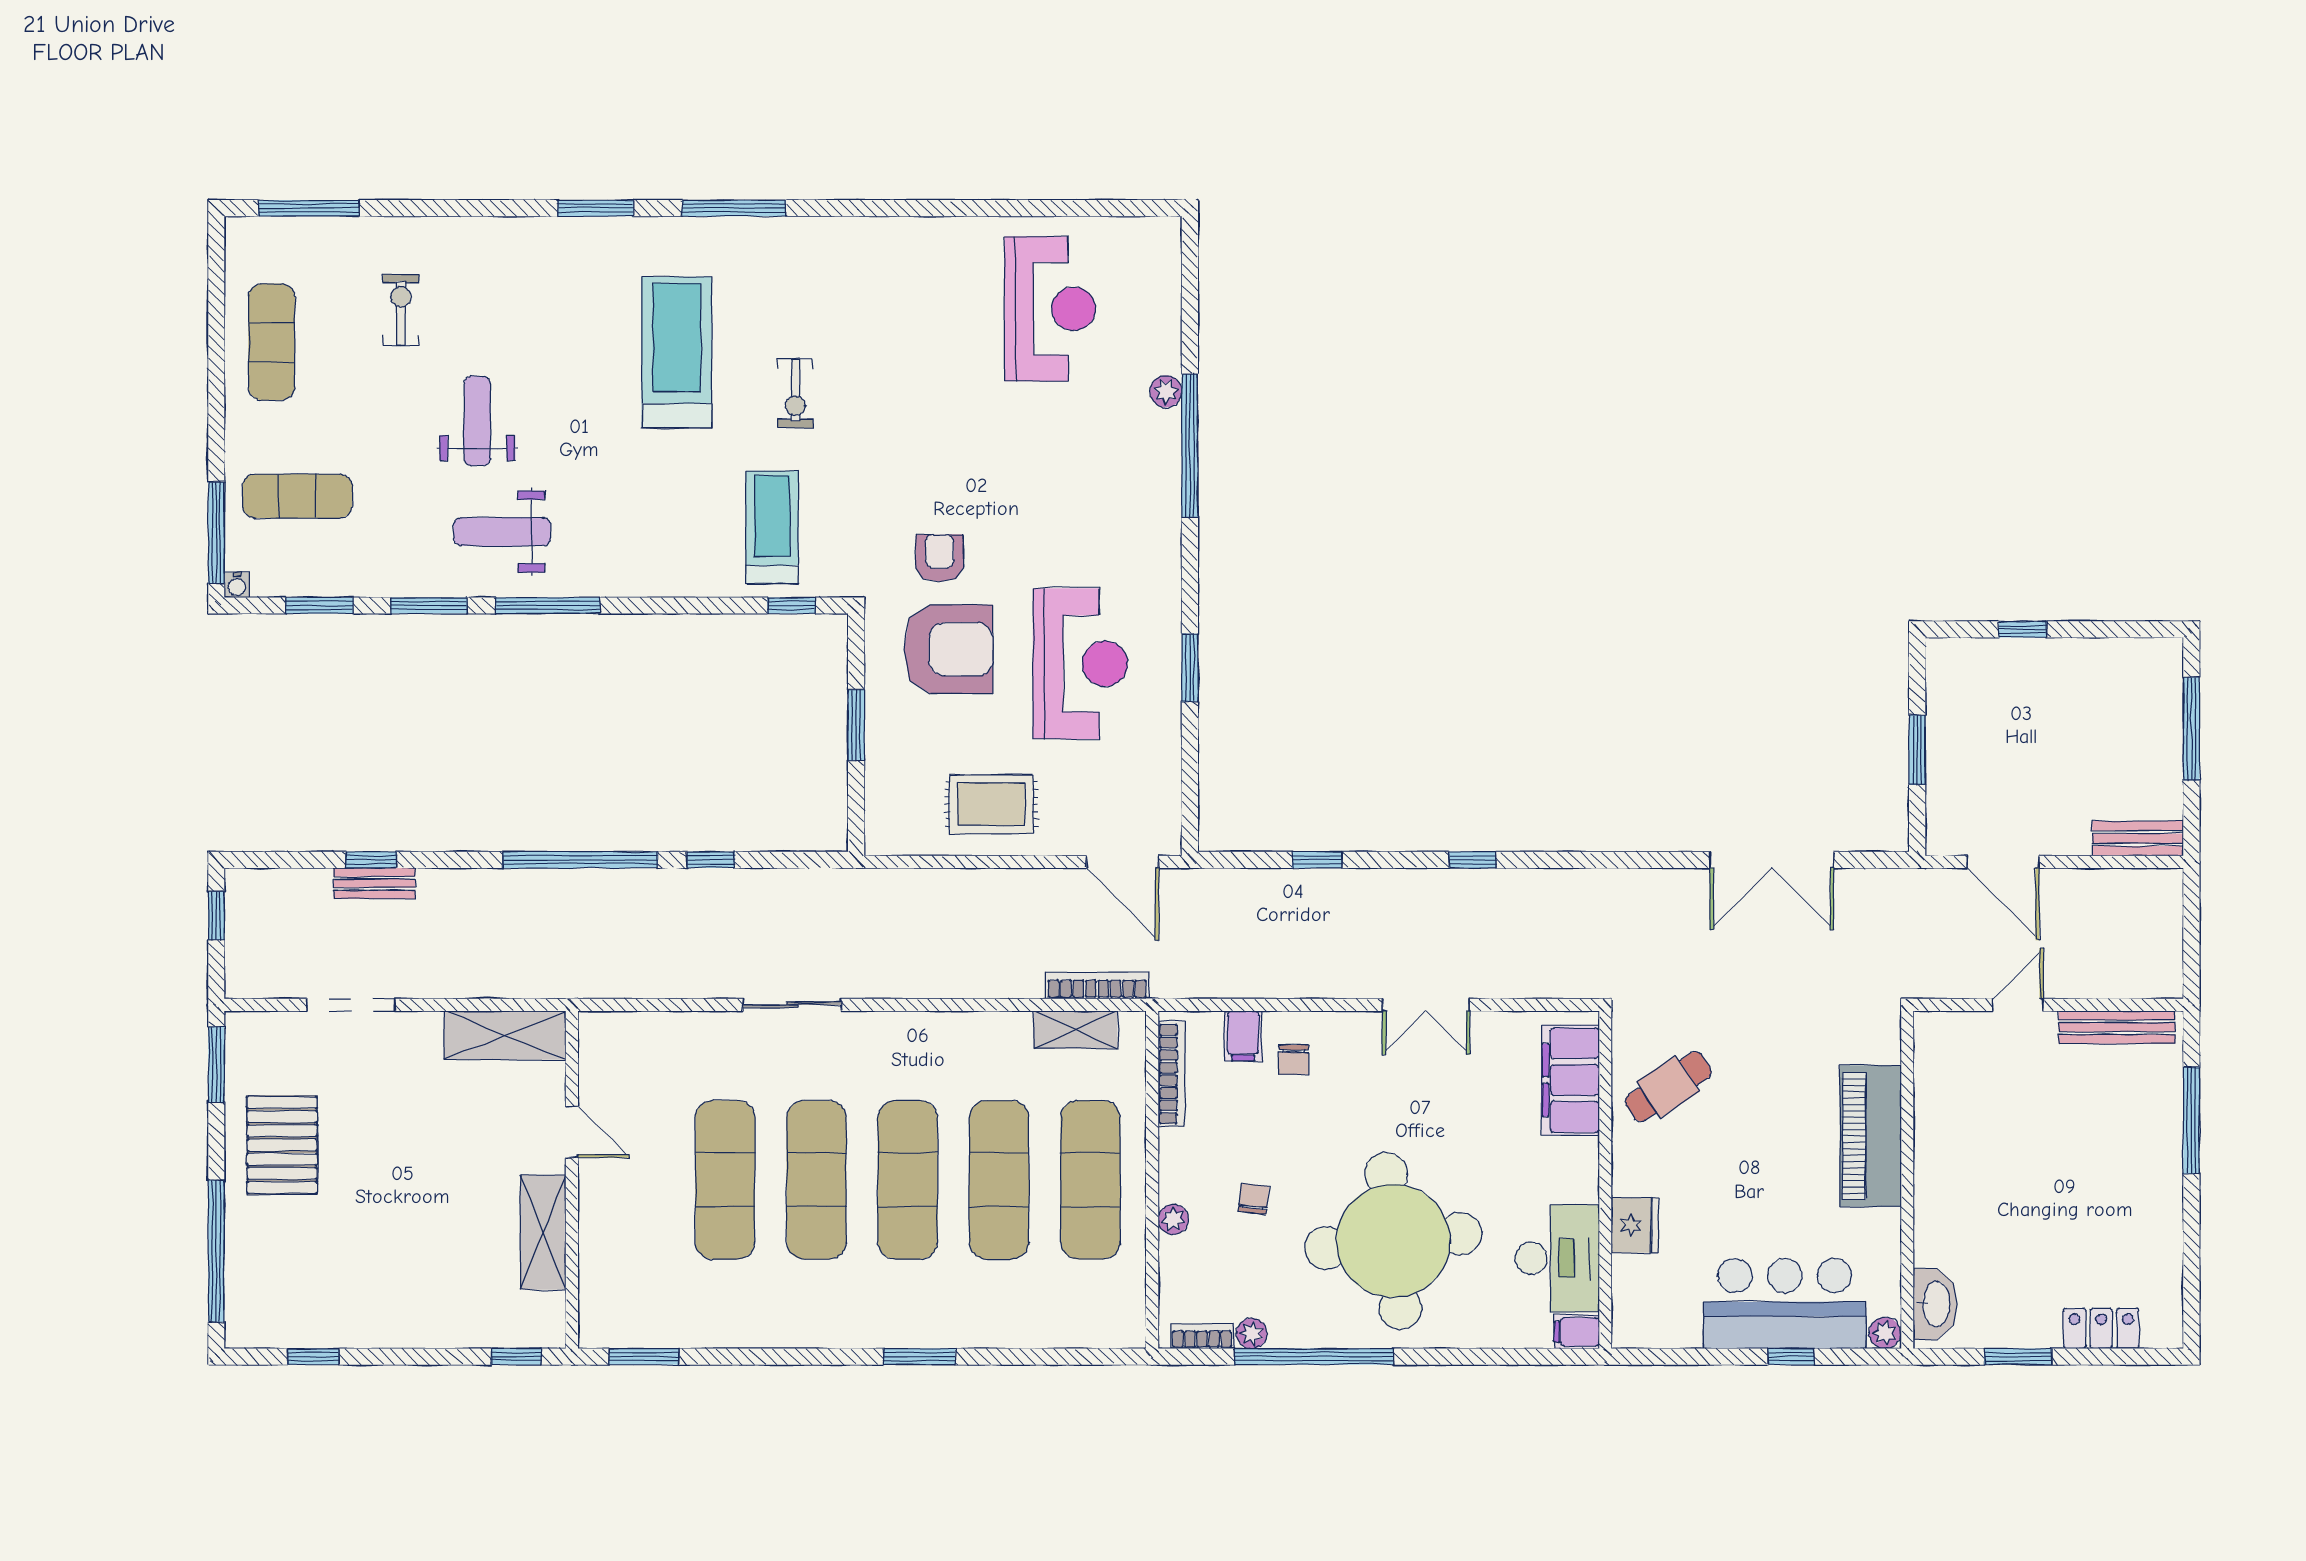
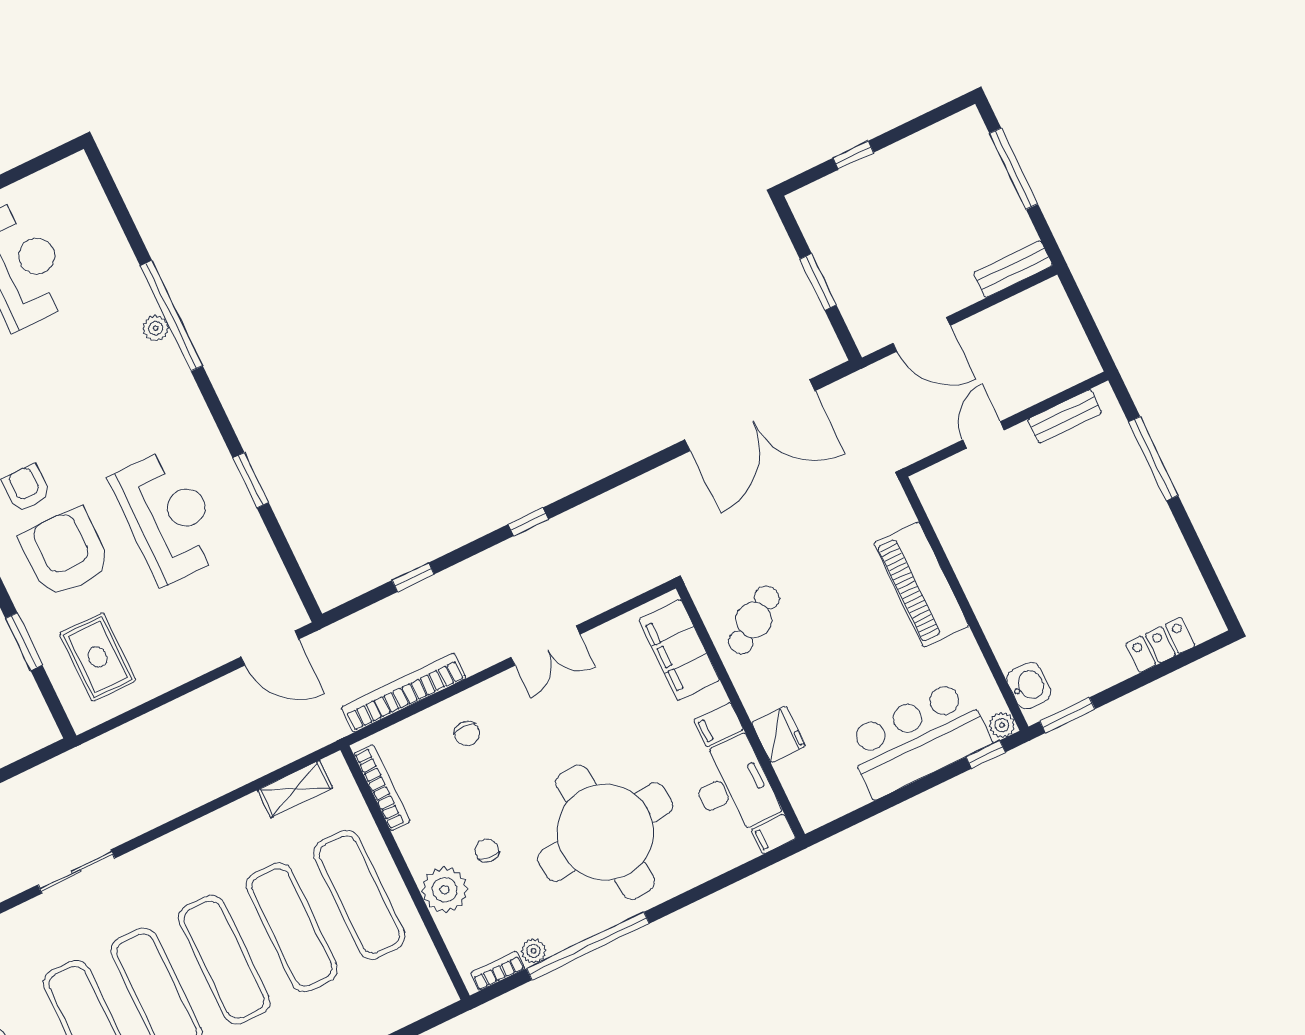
plant: (1166, 391) -> (156, 328), moved
armchair: (948, 649) -> (65, 553), turned -90
rug: (991, 804) -> (98, 657), moved, turned 90
double door: (1772, 860) -> (750, 415), width x1.36
bookcase: (1097, 986) -> (404, 693), moved, width x1.48, depth x1.31
bench: (2117, 1027) -> (1065, 416), width x0.73
filing cabinet: (1243, 1036) -> (719, 725), moved, turned 90
plant: (1173, 1219) -> (445, 890), width x1.88, depth x1.88
washbasin: (1935, 1304) -> (1029, 686), width x0.72
window: (1791, 1357) -> (986, 755), moved
window: (2018, 1357) -> (1067, 715), moved

